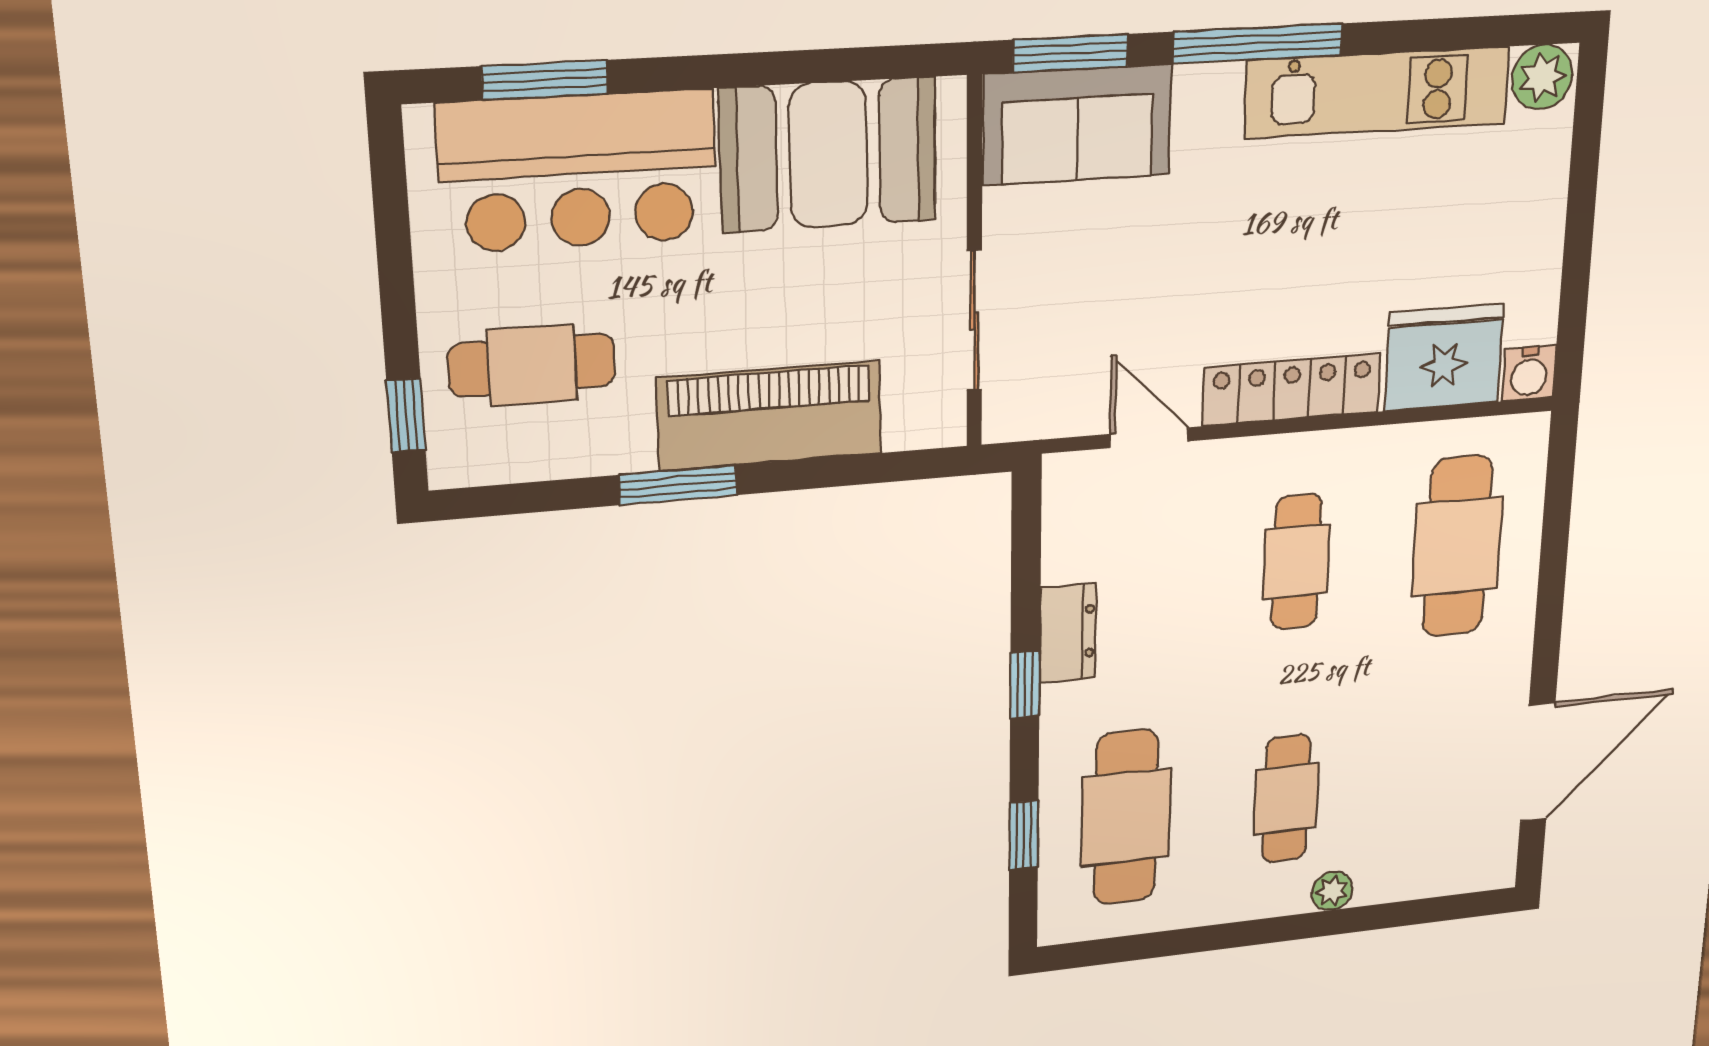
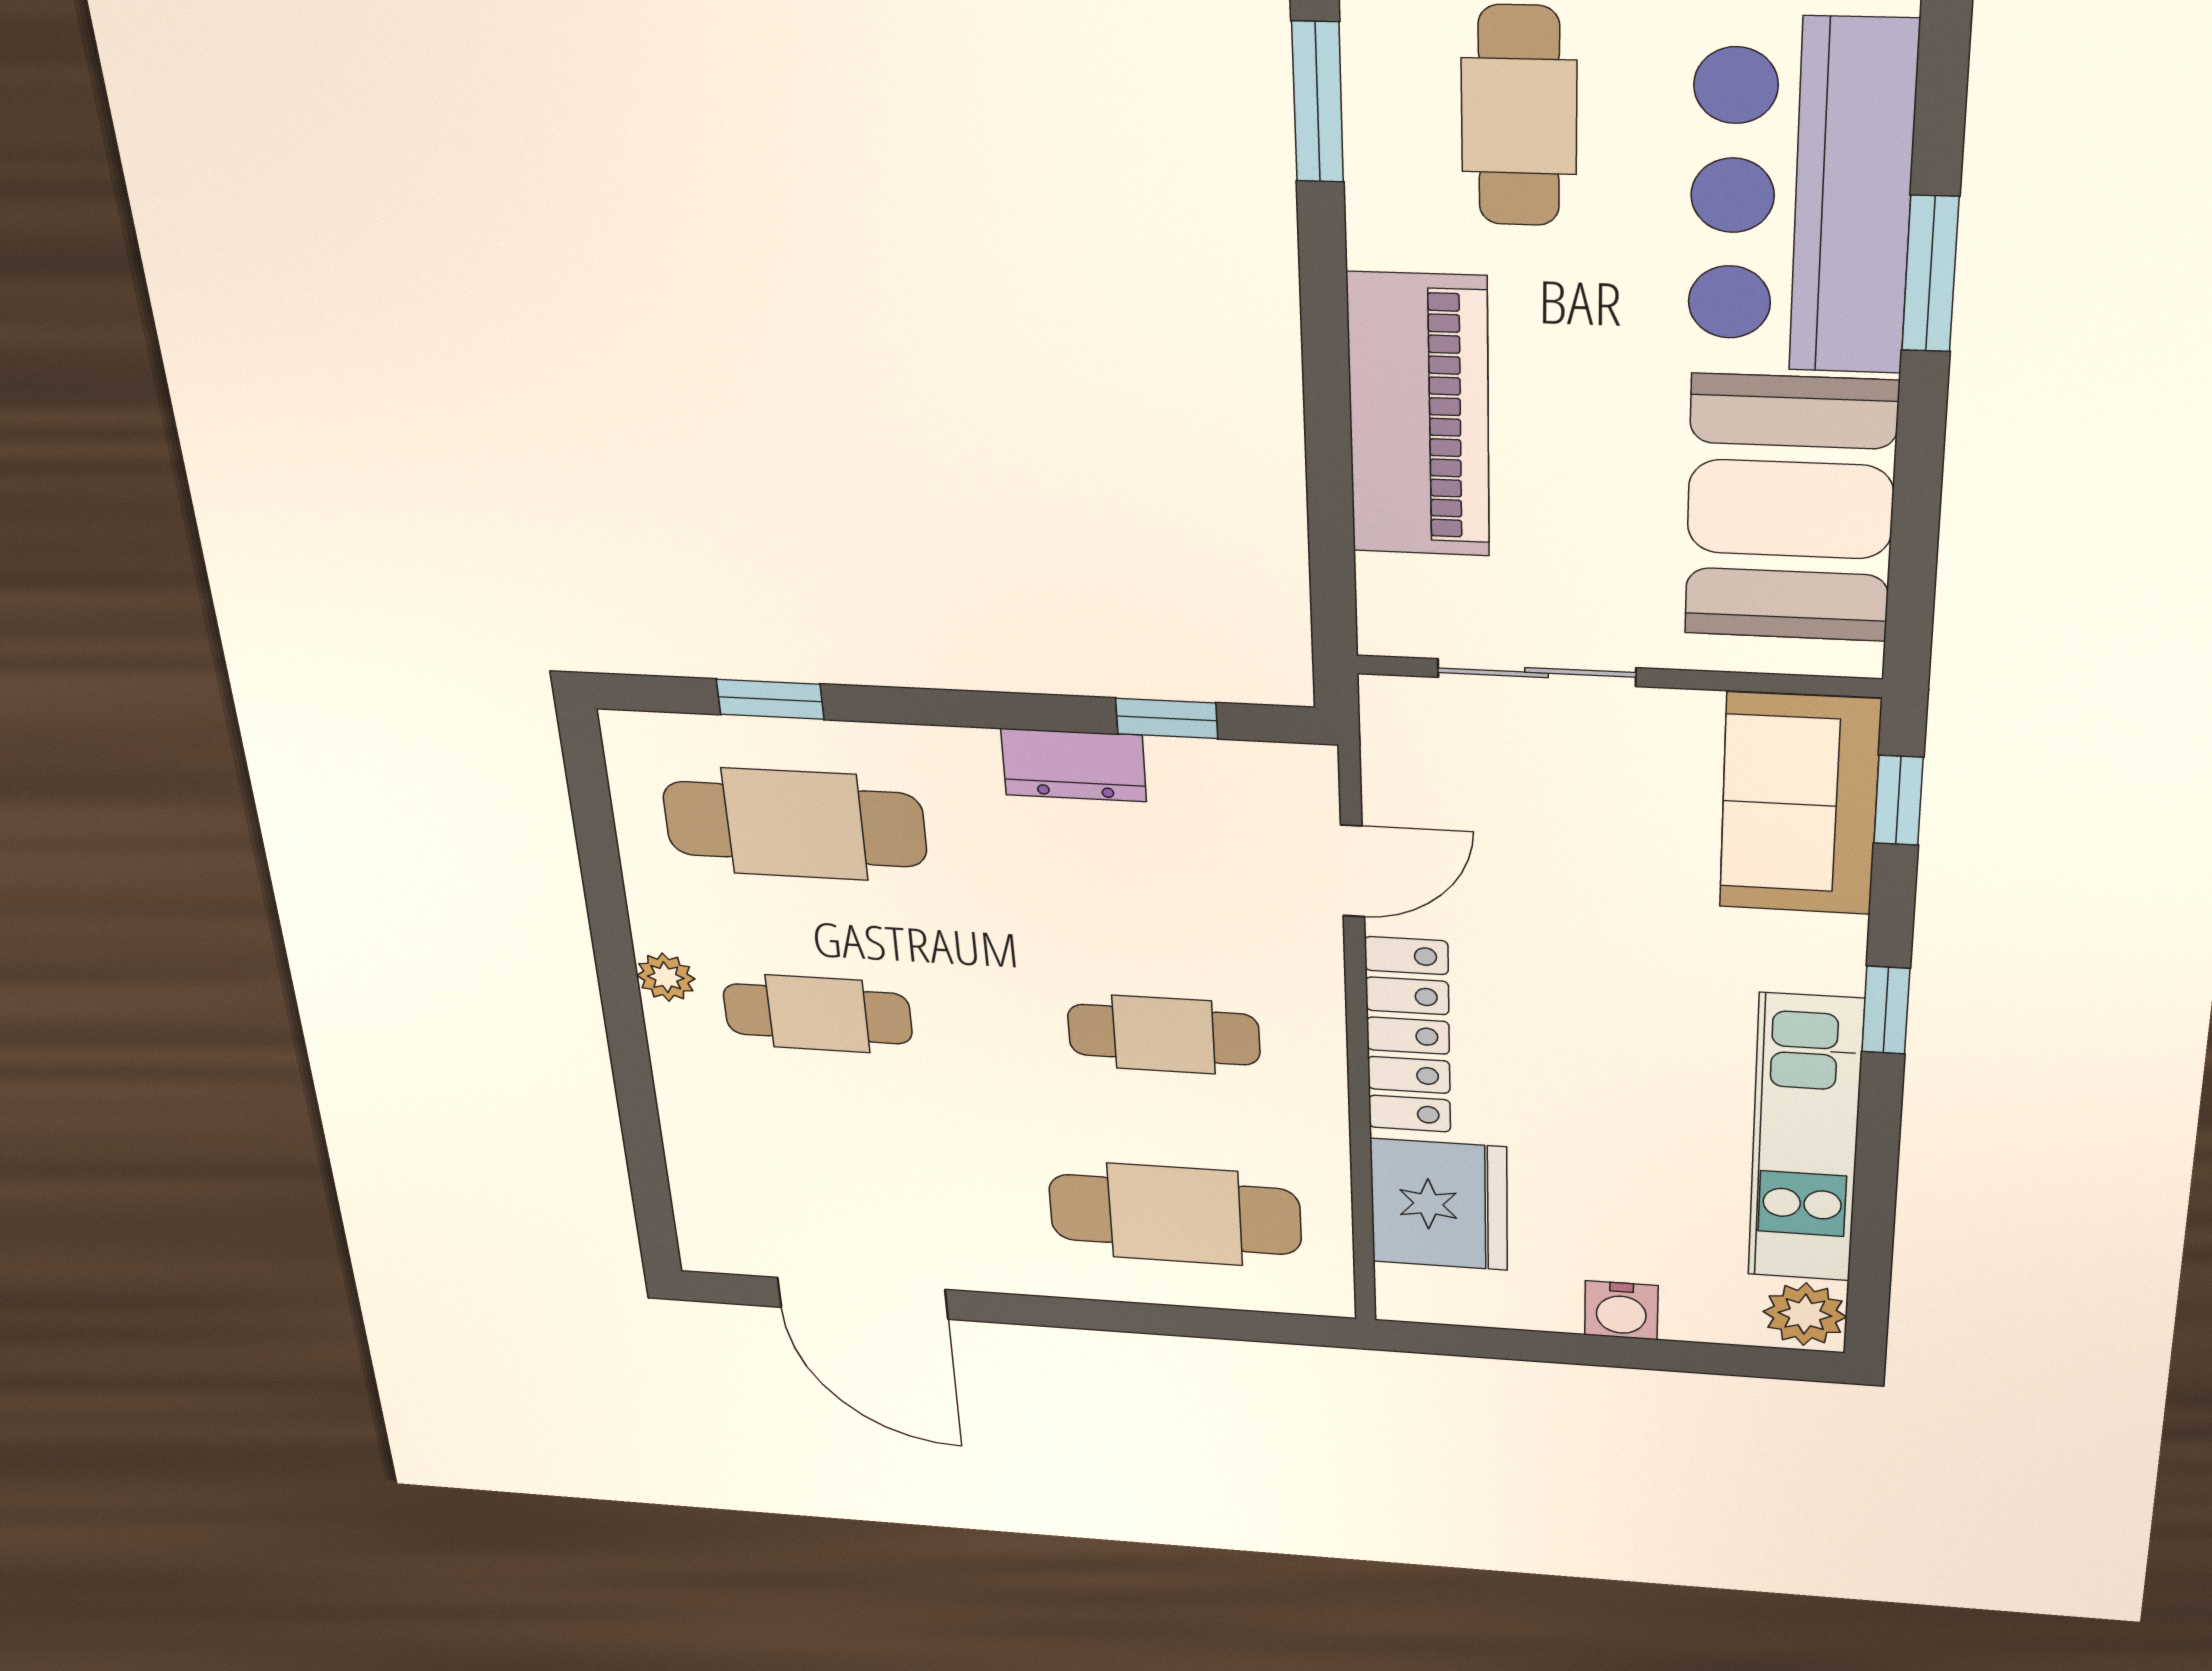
window: (1258, 44) -> (1886, 1010), width x0.46
window: (1071, 53) -> (1898, 800), width x0.67
window: (545, 80) -> (1930, 274), moved
water cooler: (1529, 373) -> (1621, 1310), moved, turned -90
window: (678, 485) -> (1318, 102), moved
window: (1025, 685) -> (1167, 718), moved
plant: (1332, 891) -> (666, 977), moved

